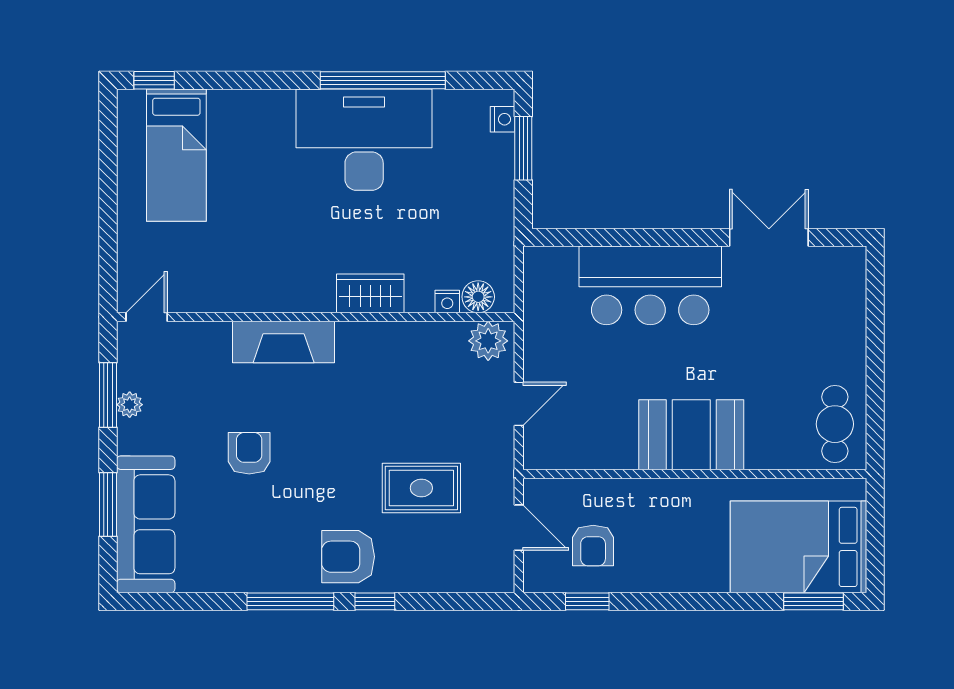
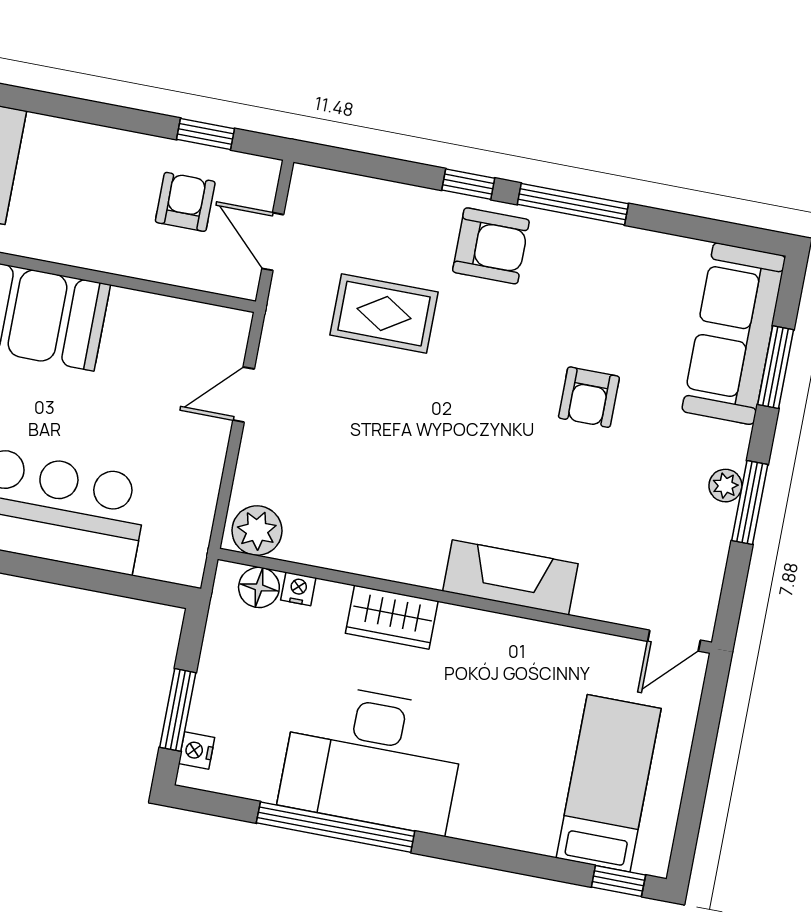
wardrobe: (370, 293) -> (392, 617), moved
floor lamp: (478, 297) -> (259, 587), moved
nightstand: (447, 301) -> (298, 589), moved
door: (147, 317) -> (674, 641), moved
wall: (316, 317) -> (465, 601), moved
plant: (488, 341) -> (257, 531), moved
fireplace: (284, 342) -> (510, 577), moved

